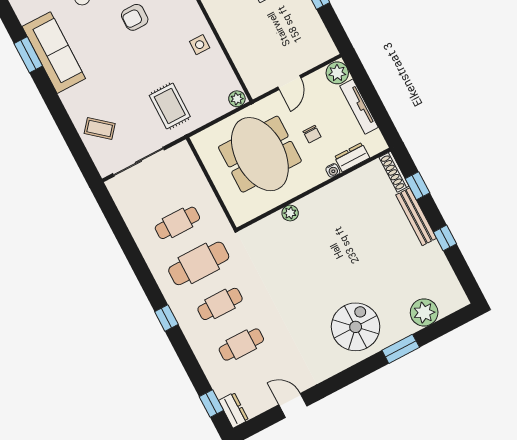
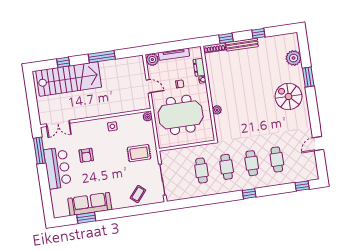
cafe table: (199, 263) -> (227, 167), width x0.73, depth x0.74
dresser: (233, 410) -> (310, 176), removed

